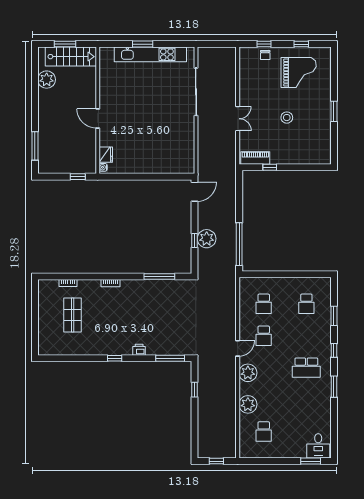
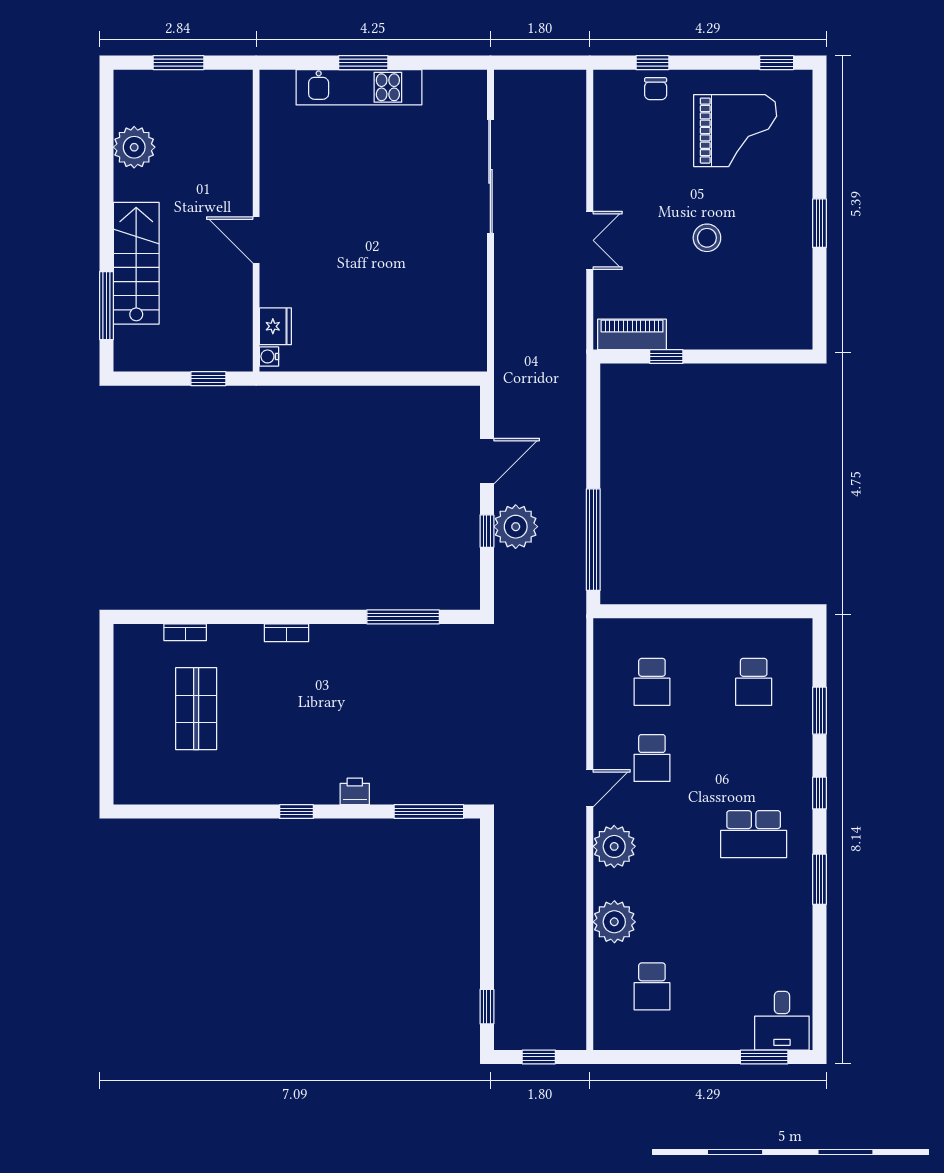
window: (301, 44) -> (777, 63), moved
kitchen unit: (150, 54) -> (359, 87), width x0.73
stairs: (71, 57) -> (136, 263), moved, turned -90
door: (194, 192) -> (487, 461), moved
window: (194, 390) -> (487, 1007), moved

